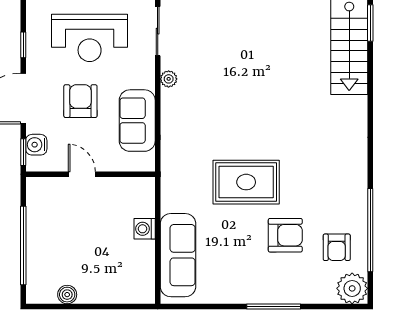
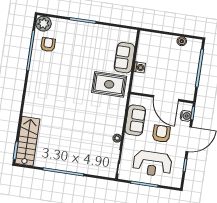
reception desk: (90, 38) -> (152, 164), turned 180
armchair: (80, 101) -> (161, 134), turned 180
door: (82, 174) -> (166, 98), width x1.88
rug: (246, 182) -> (109, 84), moved
armchair: (285, 235) -> (72, 54), removed
sofa: (178, 255) -> (125, 58), width x0.73

